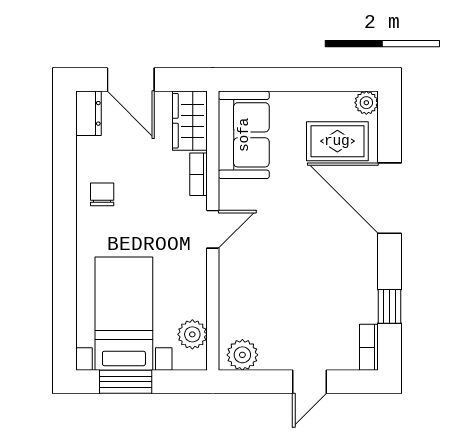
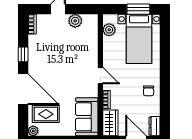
door: (213, 229) -> (100, 76), swing flipped
window: (390, 306) -> (23, 54), moved
plant: (242, 355) -> (75, 21), moved

